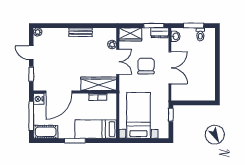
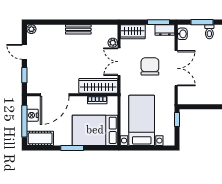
double door: (118, 62) -> (119, 62), swing flipped
nightstand: (39, 99) -> (32, 115), moved
bed: (96, 129) -> (95, 130), width x1.50

